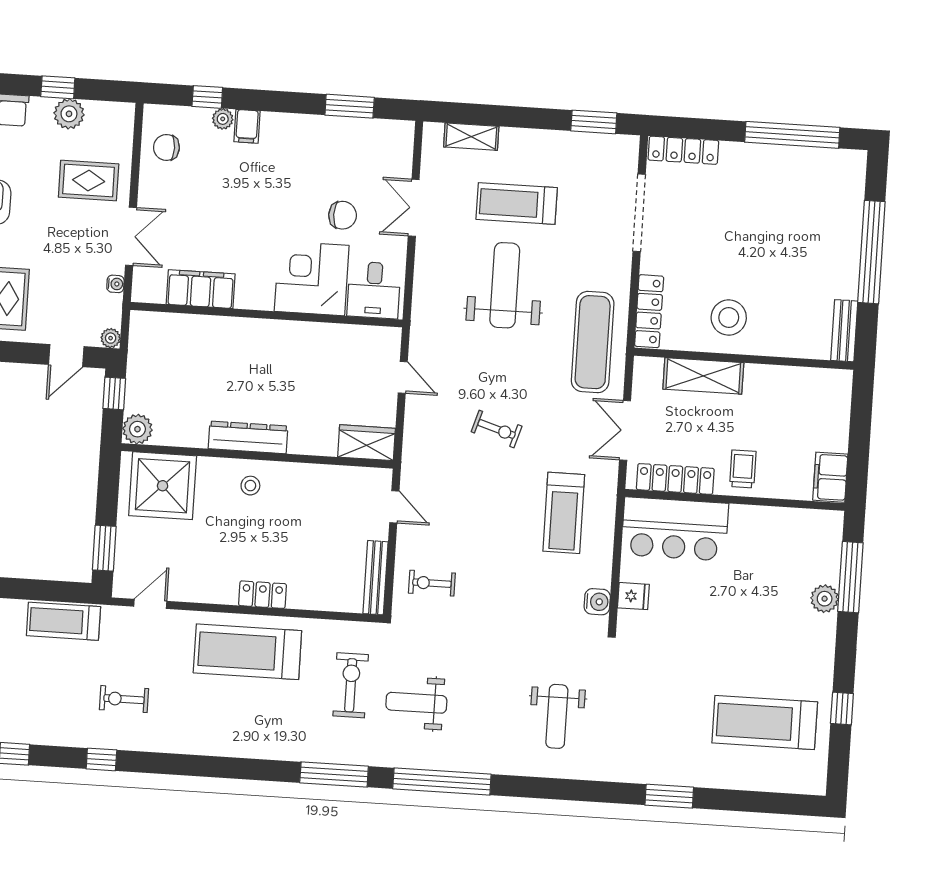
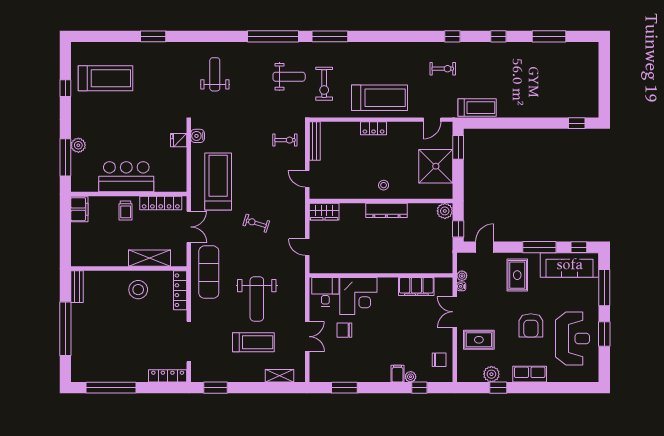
plant: (111, 338) -> (462, 276), moved
shower: (163, 486) -> (436, 166), moved
treadmill: (564, 513) -> (218, 181), width x1.37, depth x1.38
bar counter: (675, 529) -> (126, 177), moved

